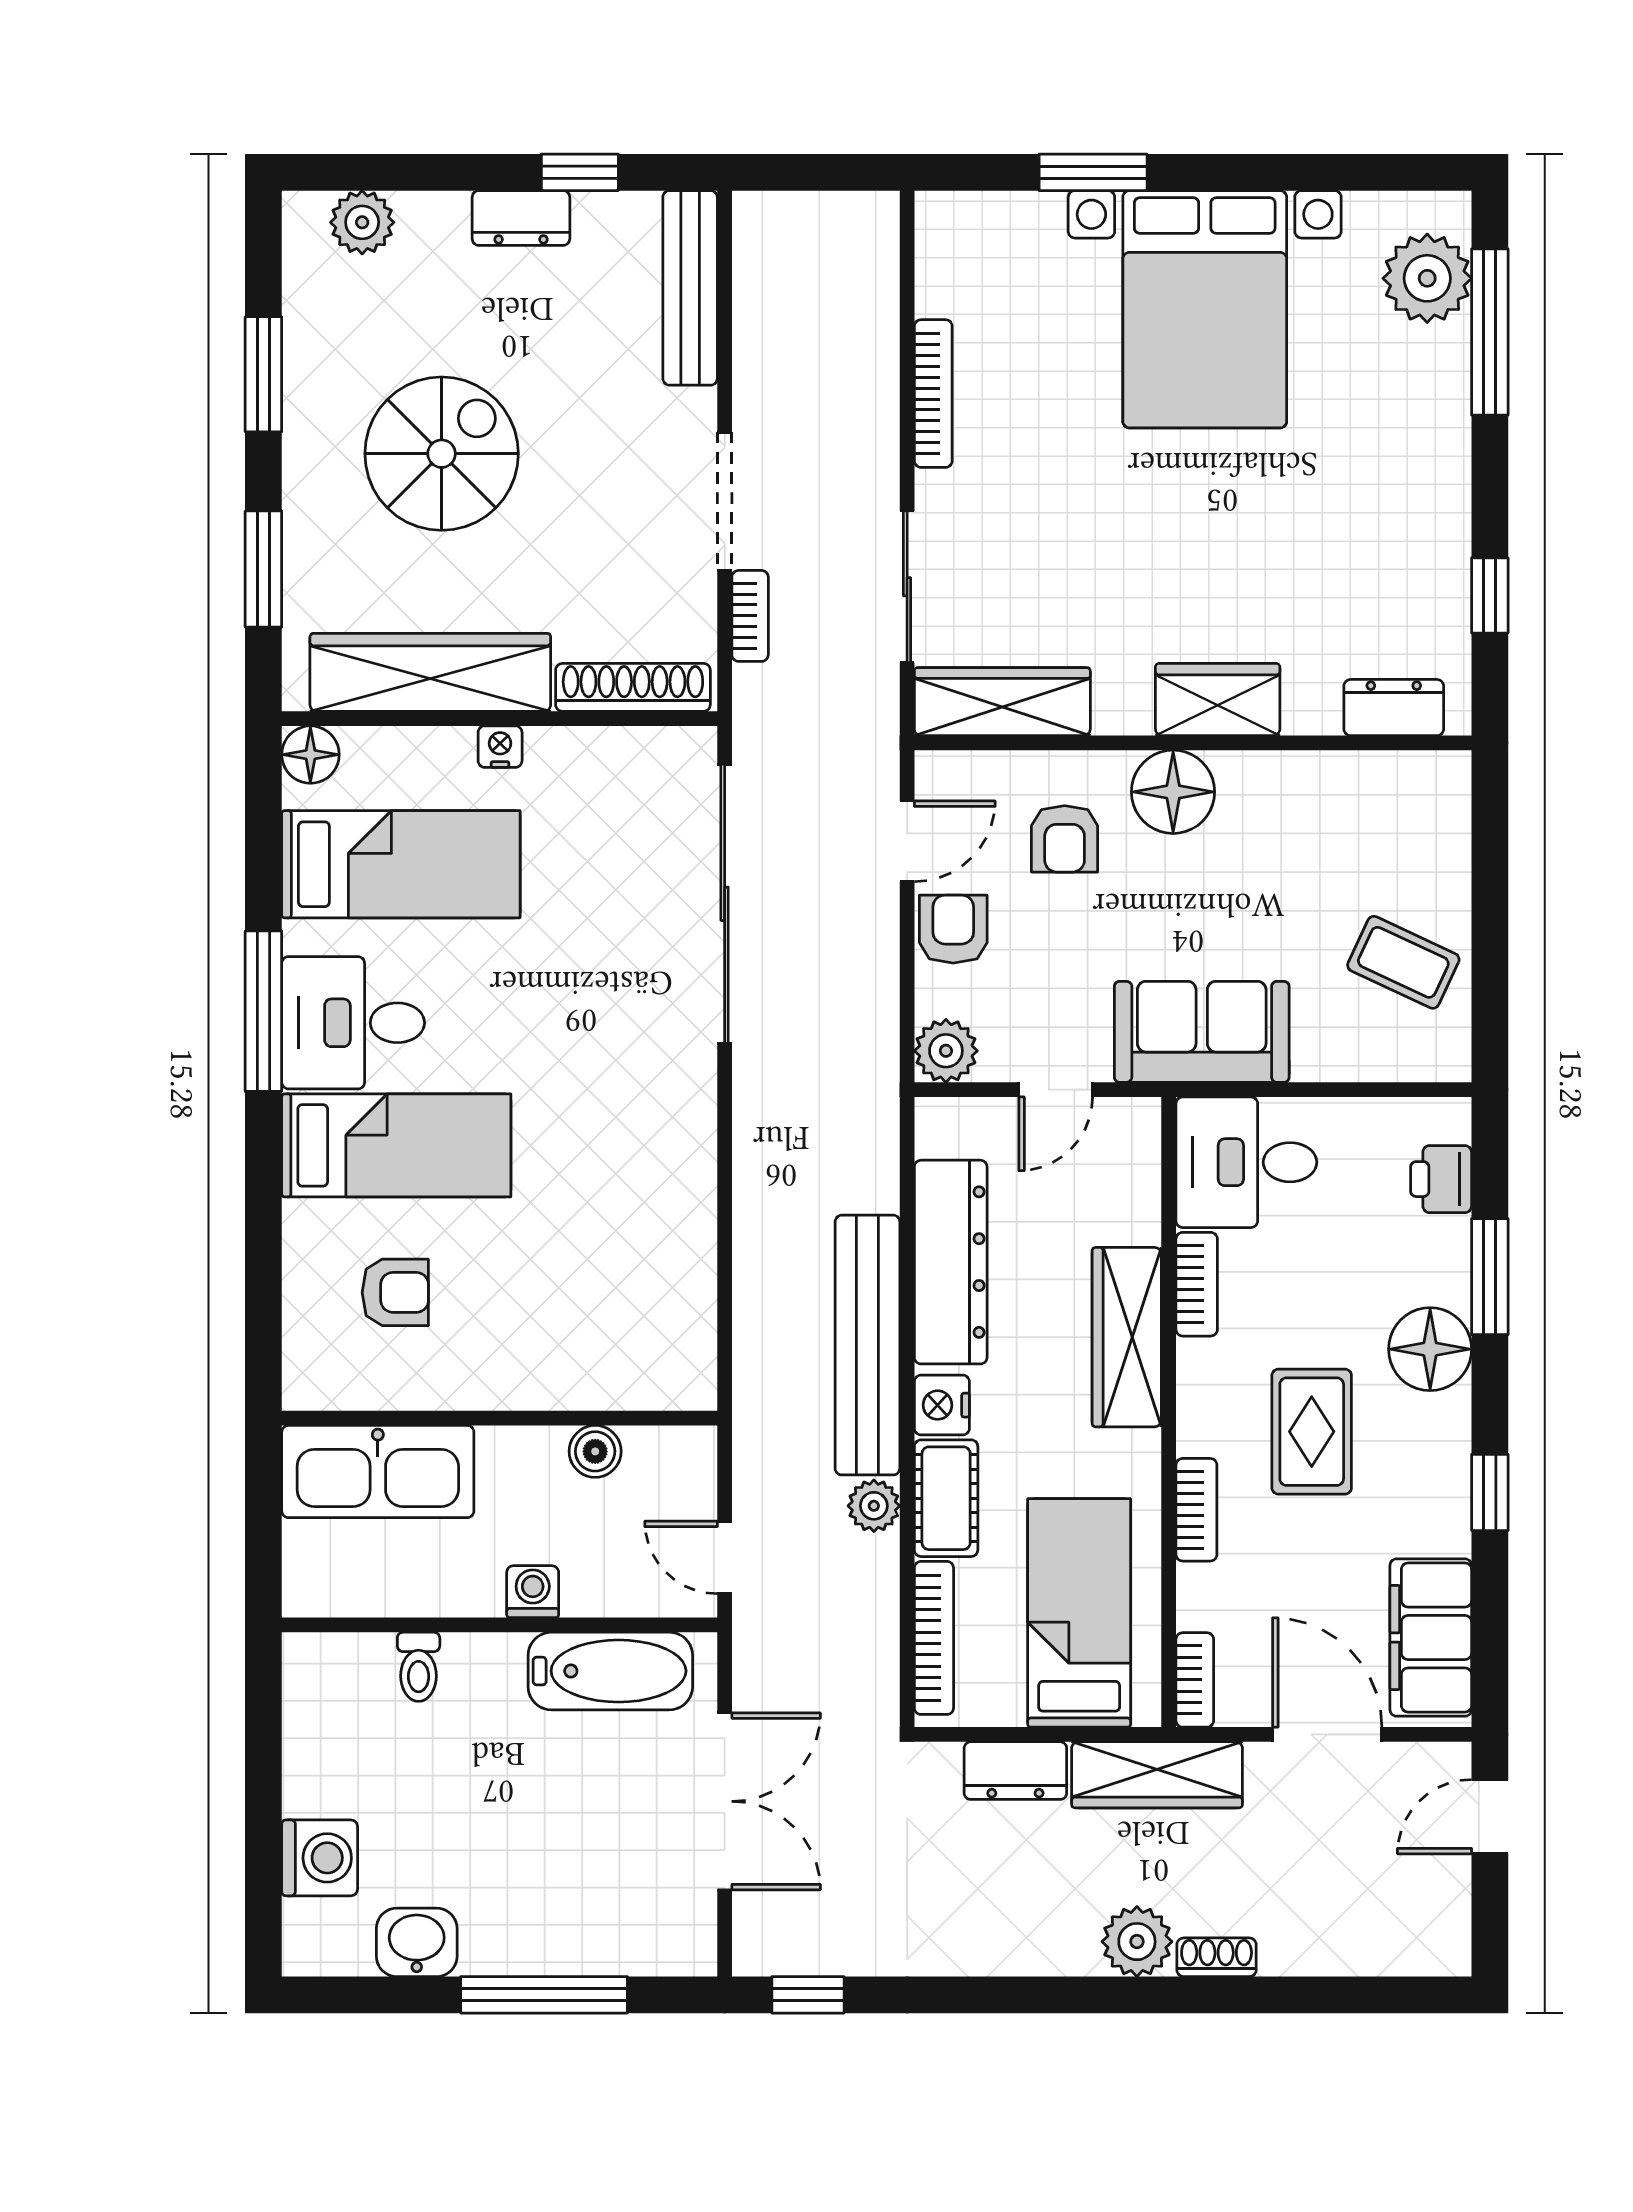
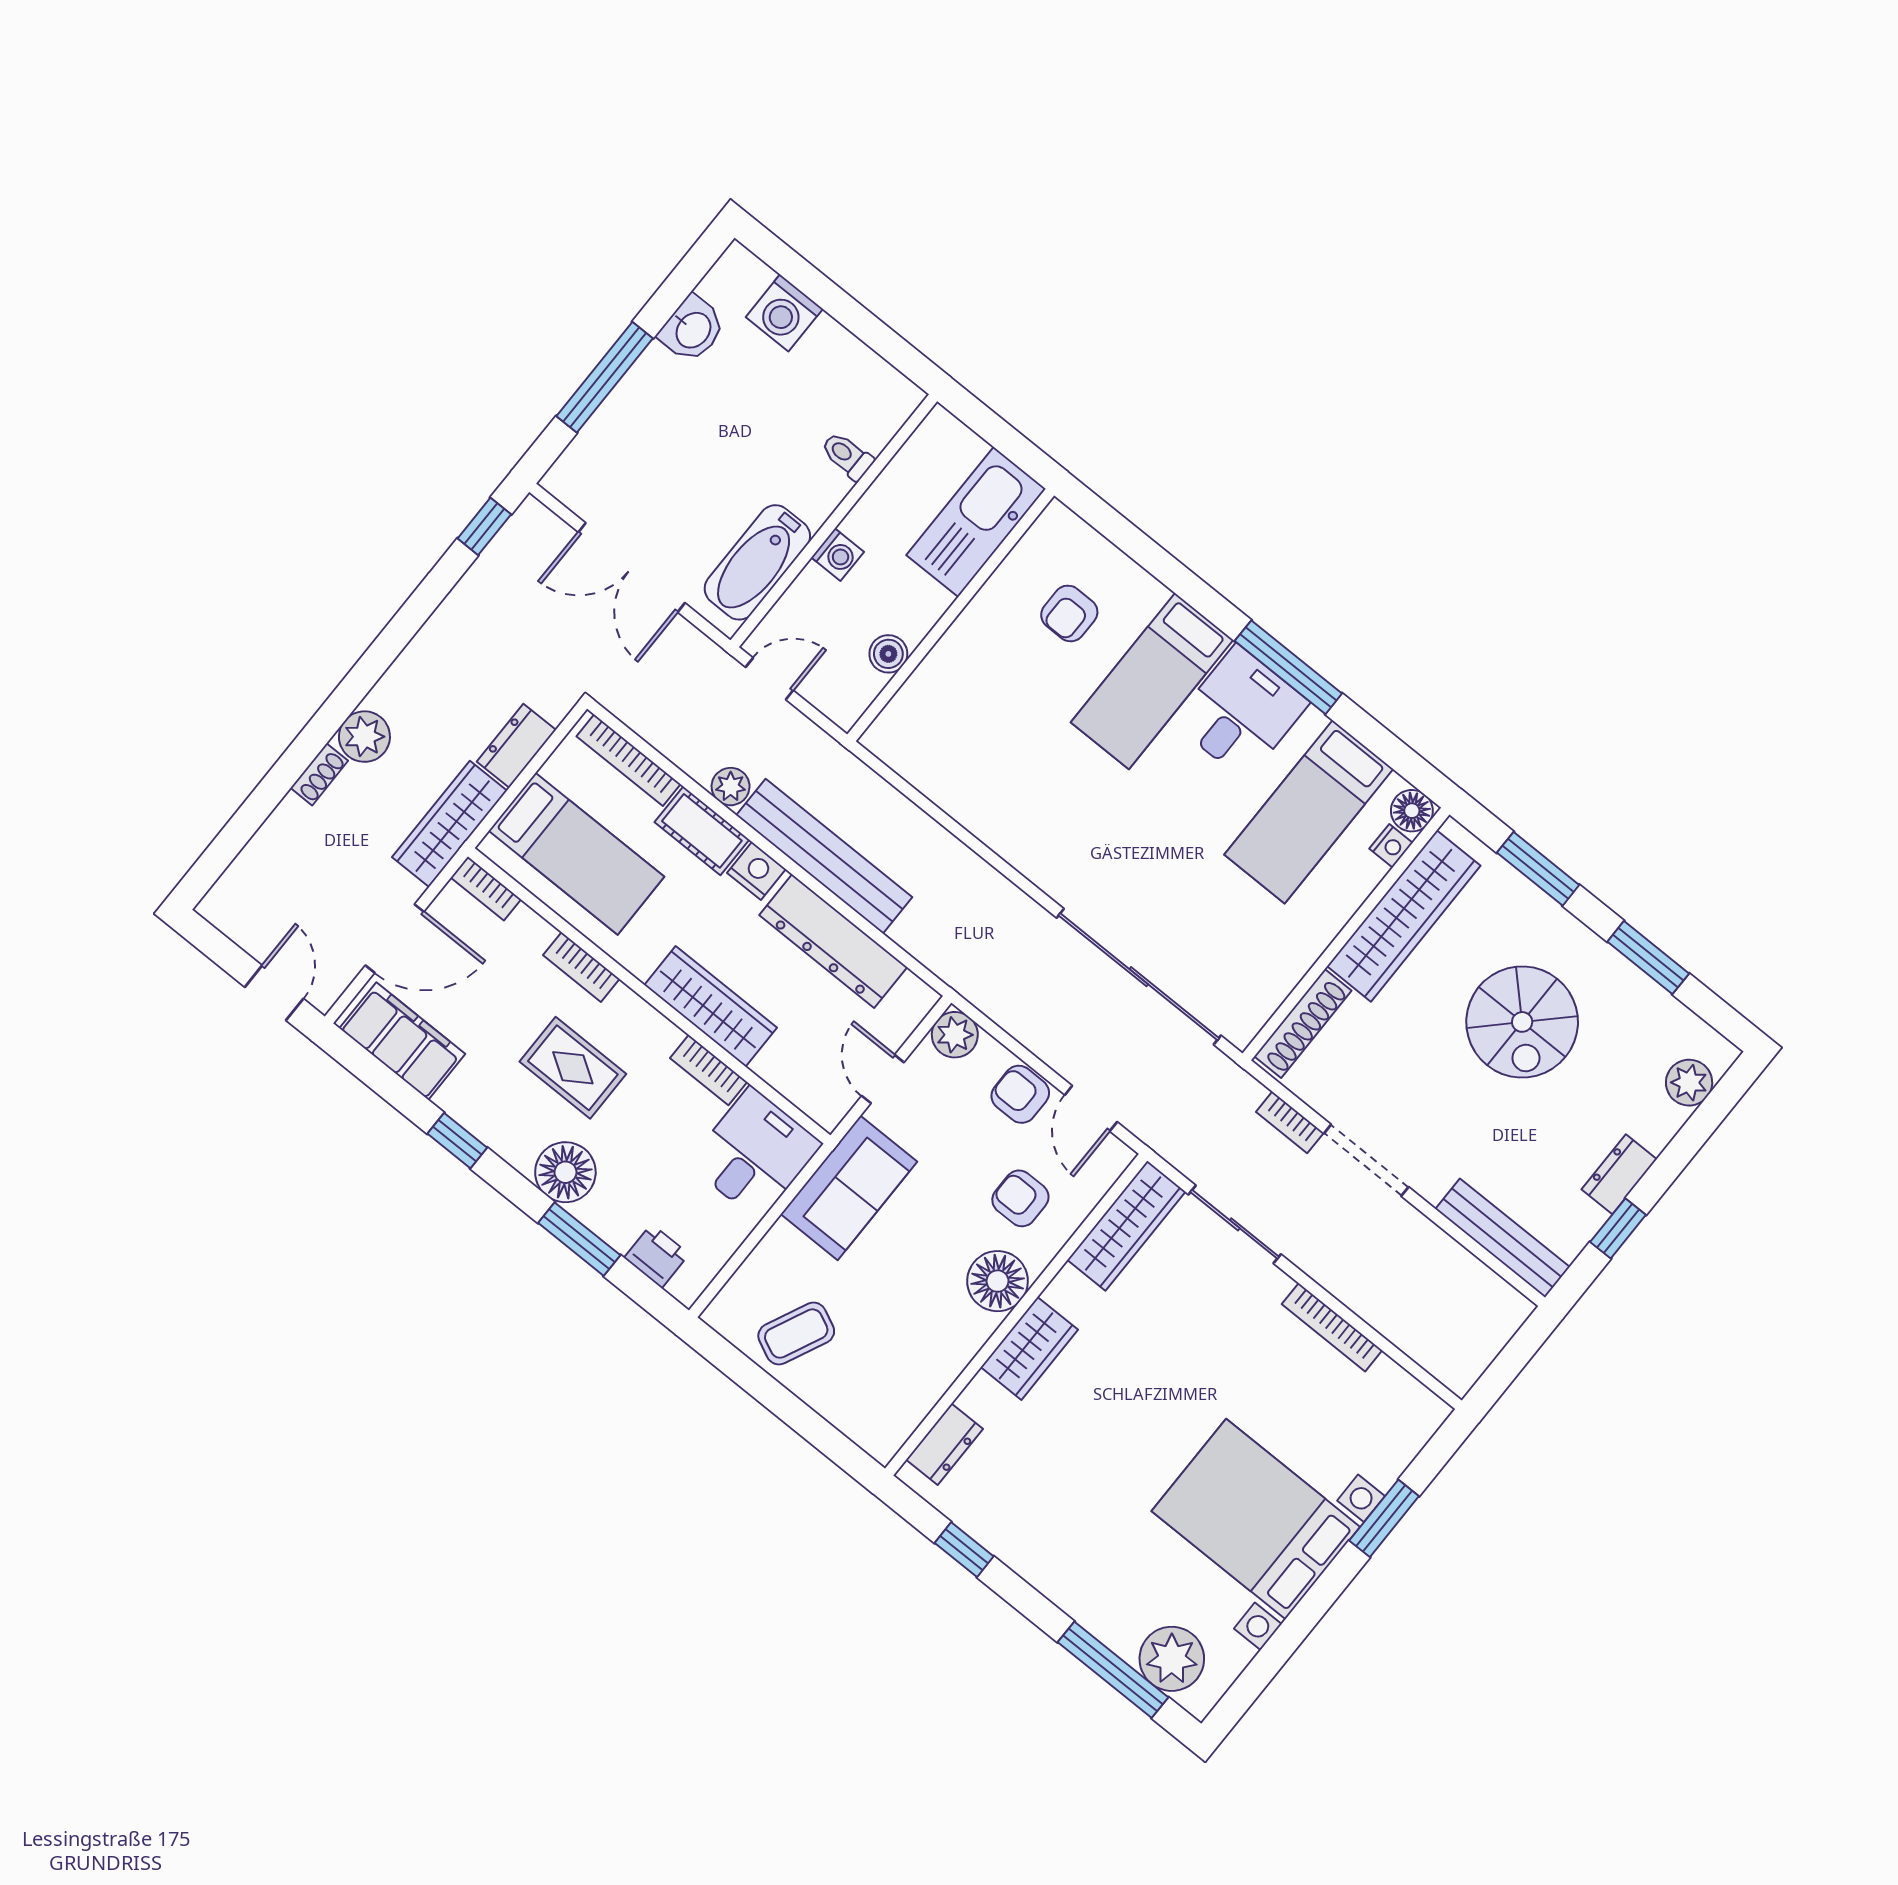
nightstand: (500, 747) -> (1391, 846), moved
armchair: (953, 929) -> (1020, 1094), turned 180

